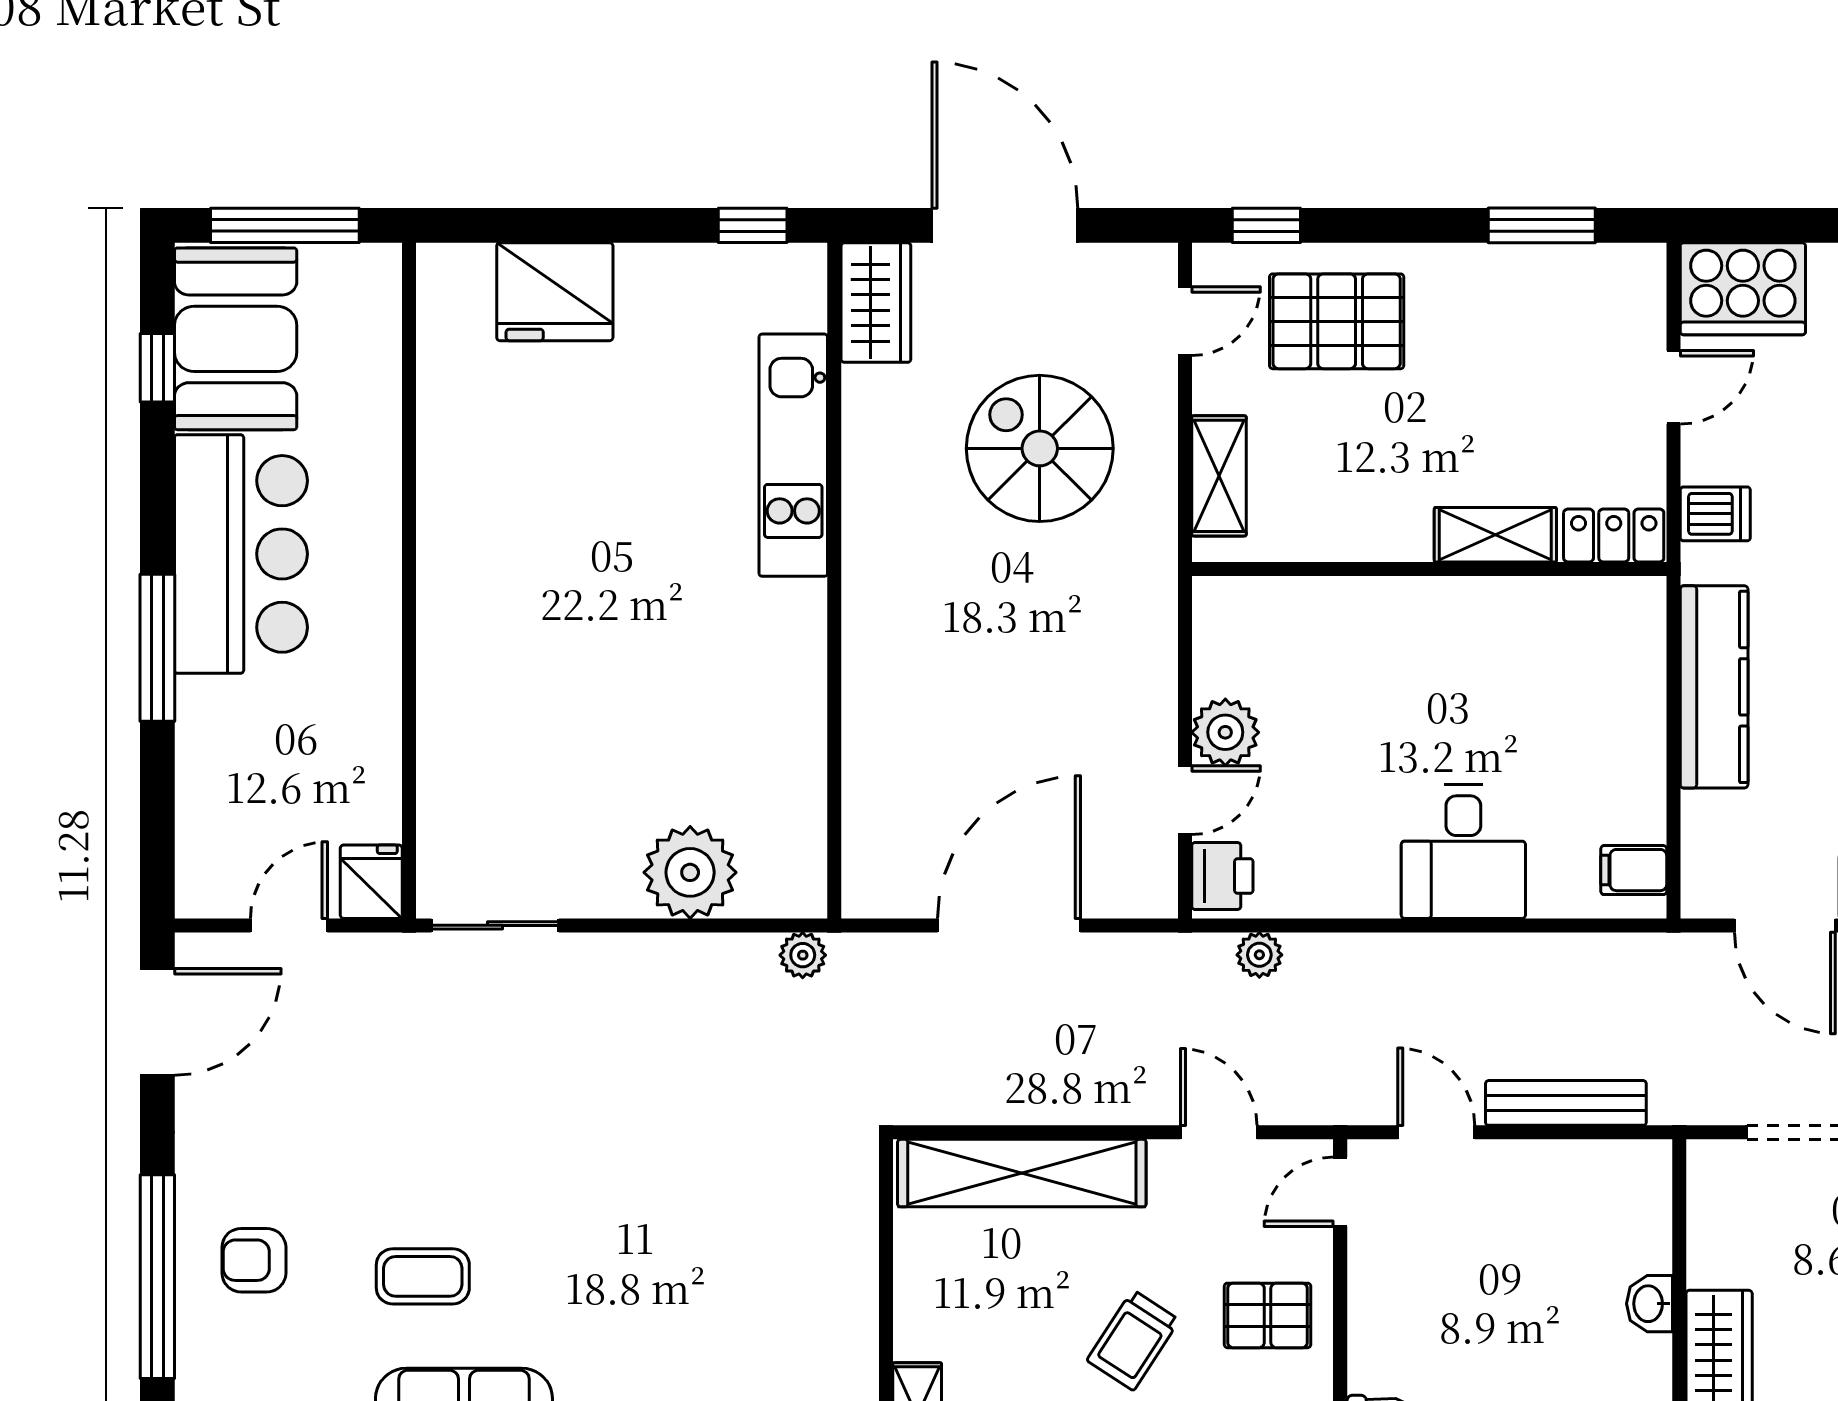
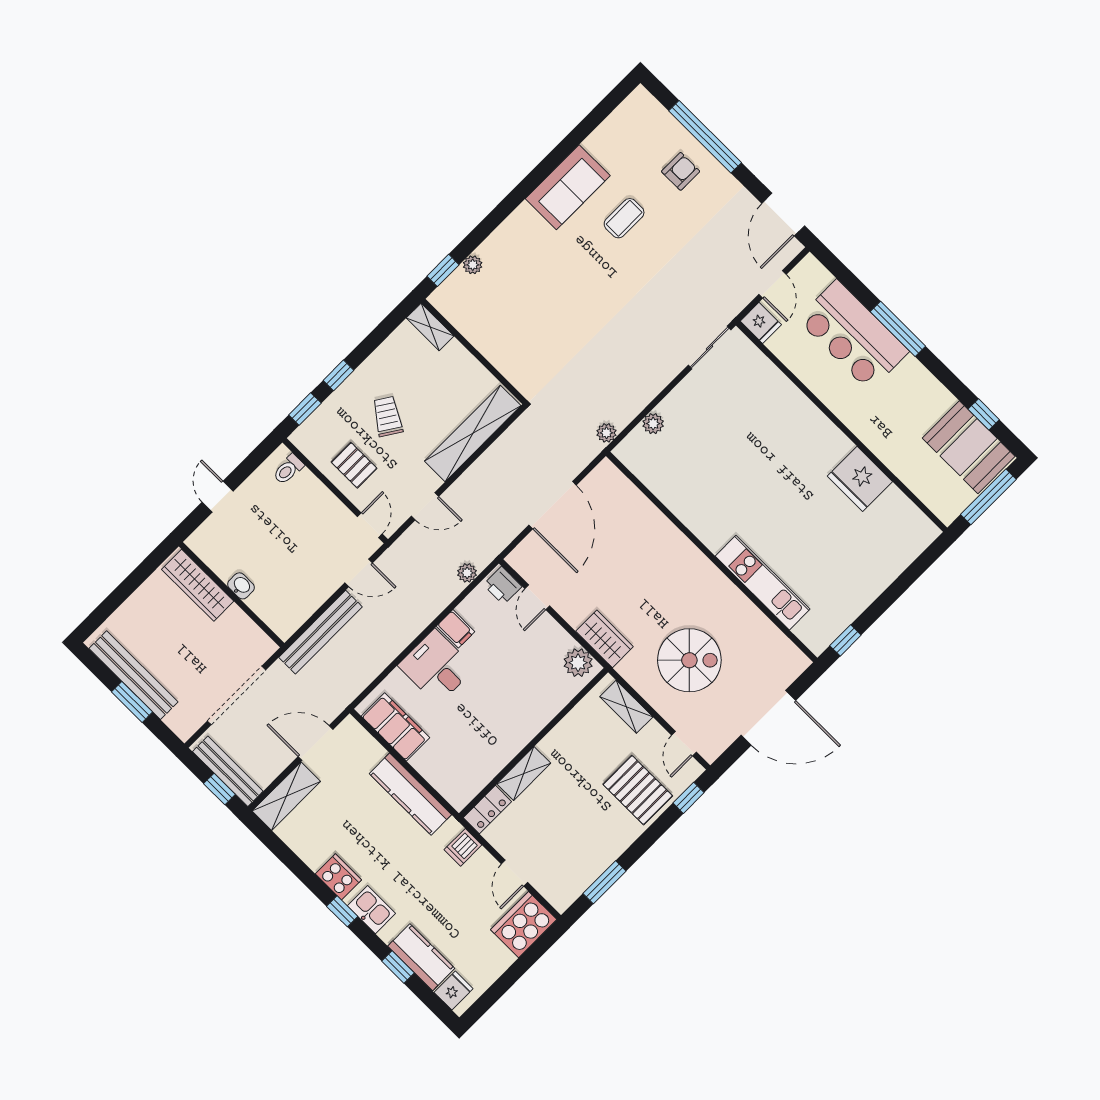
fridge: (555, 292) -> (860, 479), moved, turned -90
wardrobe: (876, 303) -> (605, 639), moved, turned 180
pallet: (1337, 321) -> (638, 790), turned 90
bar counter: (241, 554) -> (853, 335), moved
plant: (1225, 732) -> (578, 663), moved
filing cabinet: (1634, 870) -> (395, 727), width x3.00, depth x1.17
plant: (690, 872) -> (653, 424), width x0.53, depth x0.53
filing cabinet: (1370, 882) -> (456, 629), added
bench: (1566, 1103) -> (321, 632), width x1.37, depth x1.21
pallet: (1268, 1315) -> (354, 465), turned 90

